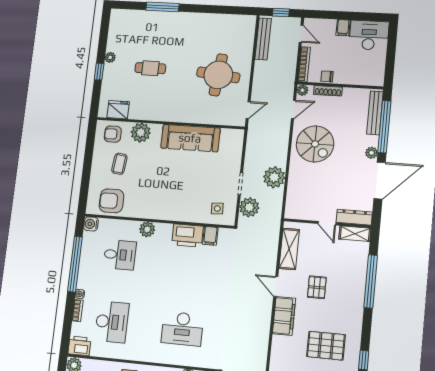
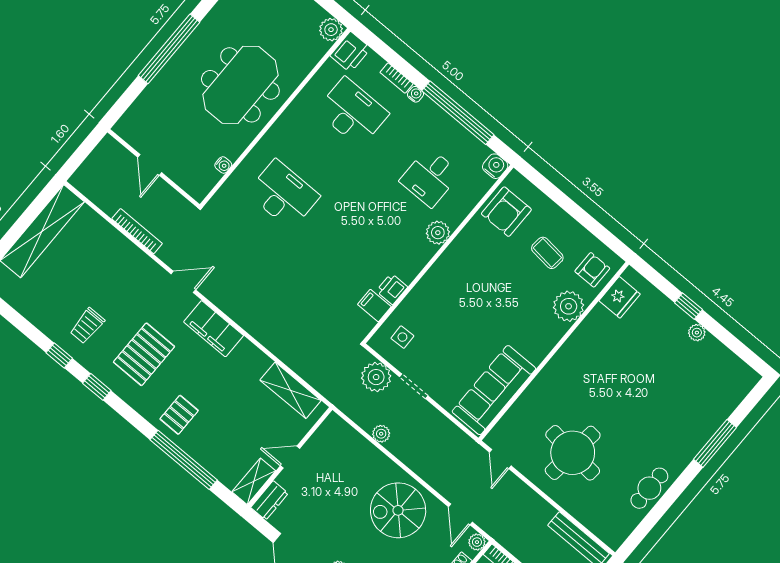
cafe table: (150, 68) -> (649, 488), moved
sofa: (190, 138) -> (494, 390), moved
plant: (274, 177) -> (381, 434), width x0.53, depth x0.53
armchair: (112, 201) -> (506, 212), turned 180
dresser: (354, 217) -> (269, 500), width x0.70
printer: (187, 236) -> (392, 289), width x0.53, depth x0.68
door: (276, 286) -> (183, 282), moved
pallet: (317, 287) -> (179, 415), moved, turned 90
desk: (112, 322) -> (352, 112), turned 180
desk: (182, 329) -> (283, 194), turned 90

